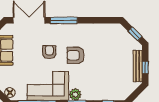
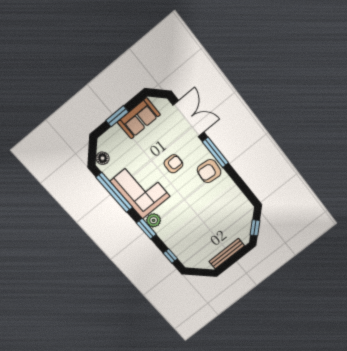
armchair: (76, 55) -> (209, 171), moved, turned -84
window: (145, 67) -> (231, 261), removed

